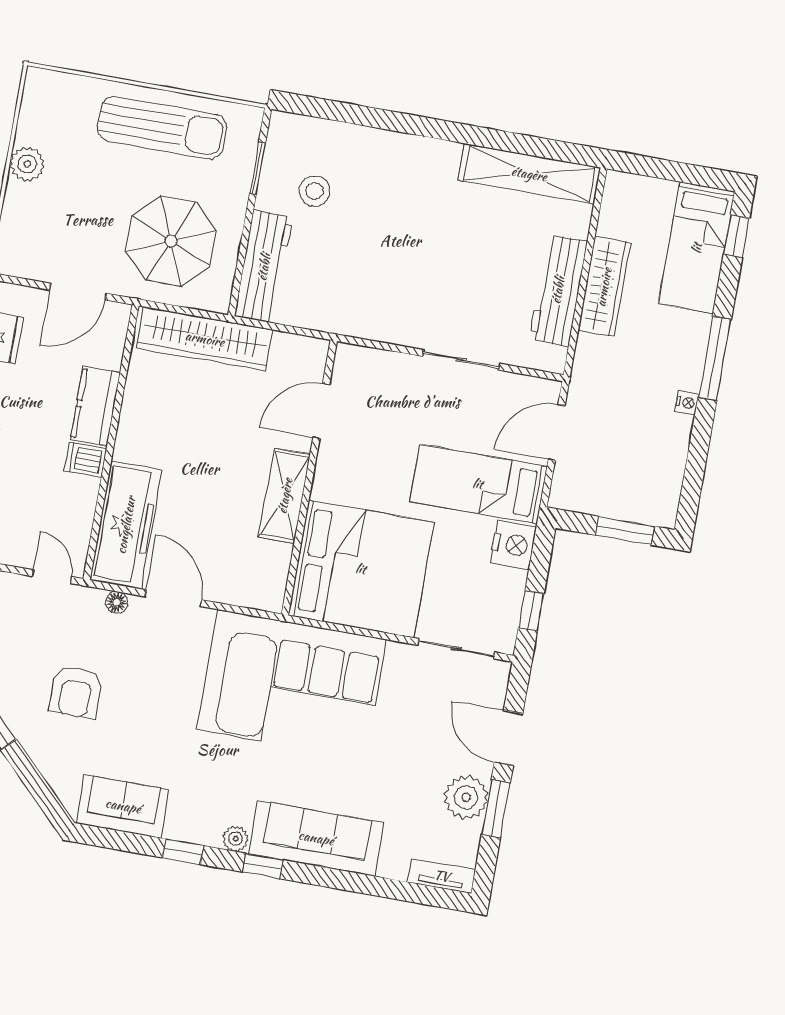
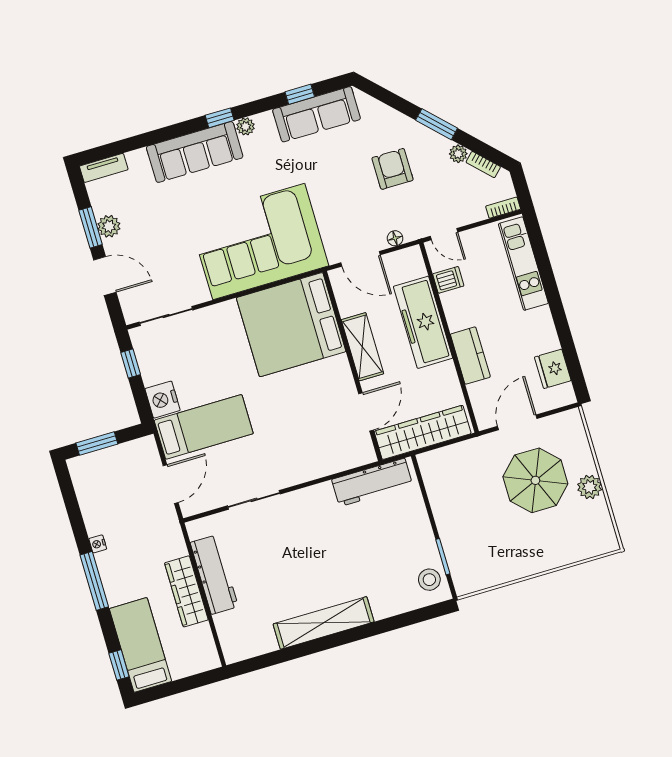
sun lounger: (162, 128) -> (516, 552), removed
shelving: (529, 174) -> (324, 623), moved
stool: (315, 191) -> (429, 580), moved
parasol: (171, 241) -> (535, 480), moved
workbench: (264, 267) -> (372, 482), moved, turned -90
door: (321, 411) -> (366, 412), moved
dishwasher: (85, 460) -> (448, 280), moved
wall: (309, 478) -> (352, 366), moved
shelving: (285, 496) -> (362, 347), moved
freezer: (126, 525) -> (423, 322), moved
bed: (361, 569) -> (291, 325), moved
plant: (466, 797) -> (109, 226), width x0.73, depth x0.73
sofa: (123, 806) -> (317, 114), width x1.36
window: (183, 852) -> (300, 94), moved

